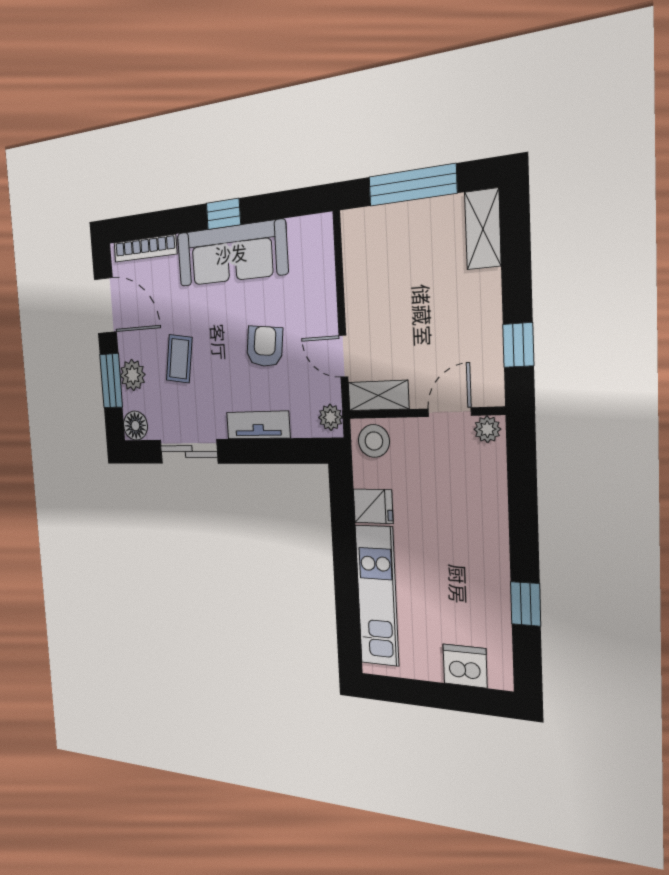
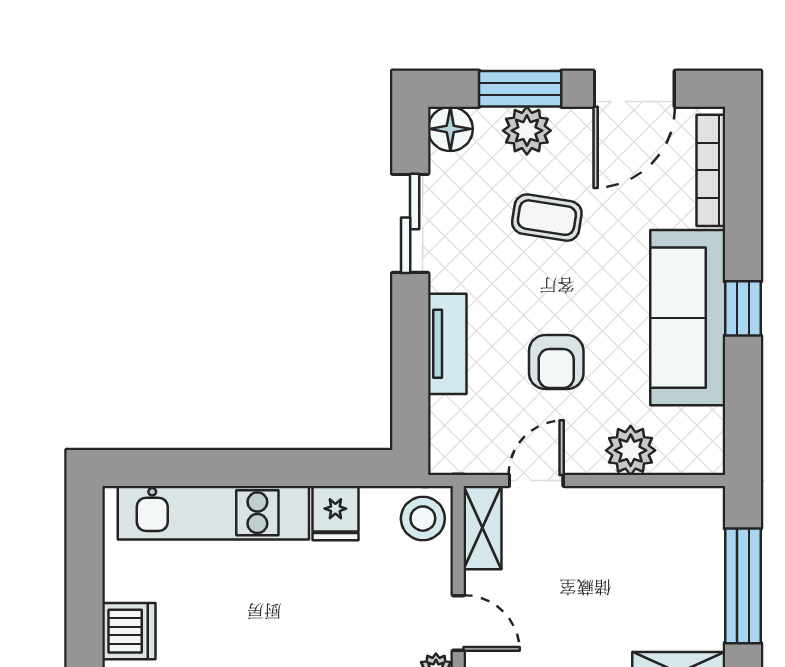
armchair: (265, 346) -> (556, 362), turned 83
plant: (330, 417) -> (631, 450), moved, width x1.38, depth x1.38

